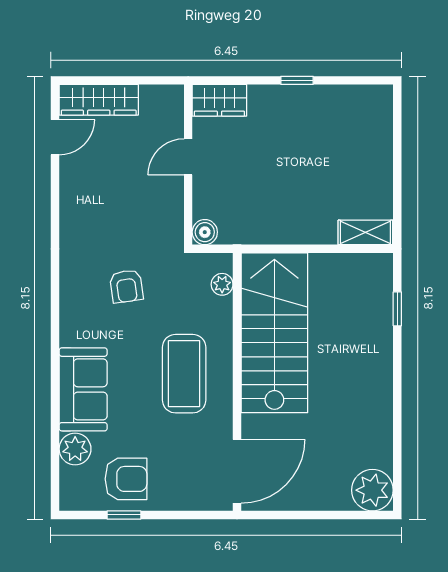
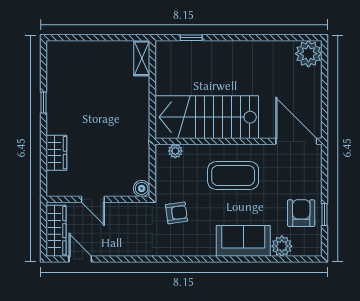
door: (188, 157) -> (93, 199), moved
wall: (188, 165) -> (98, 199), moved
boiler: (205, 232) -> (142, 188), moved

